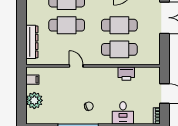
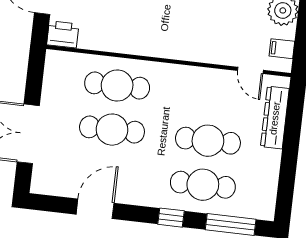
door: (76, 66) -> (250, 70), moved
printer: (126, 74) -> (63, 34), moved

